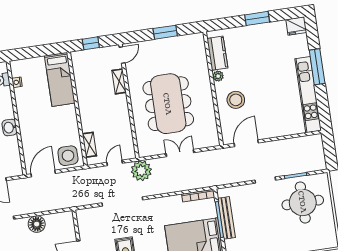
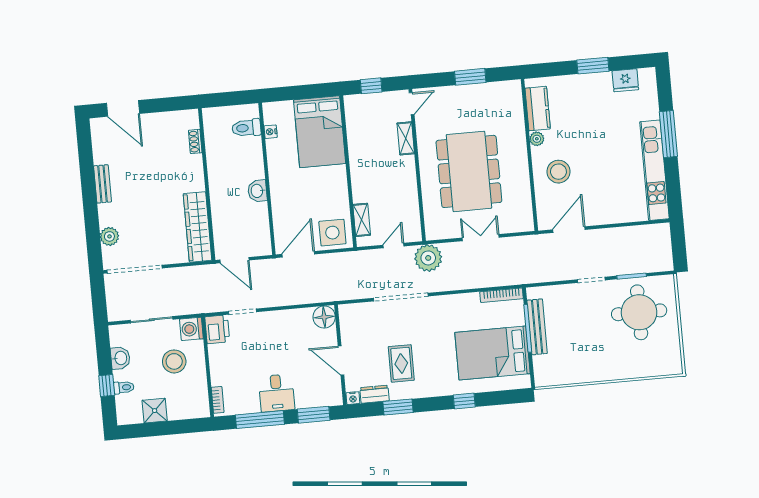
fridge: (296, 26) -> (625, 80), moved
bed: (60, 79) -> (320, 132), width x1.50
floor lamp: (37, 224) -> (324, 317), moved

